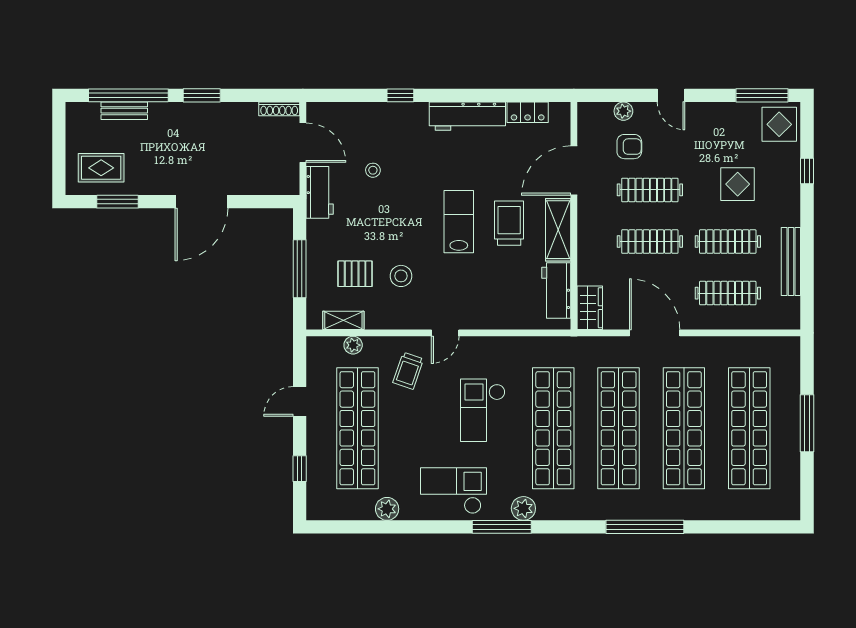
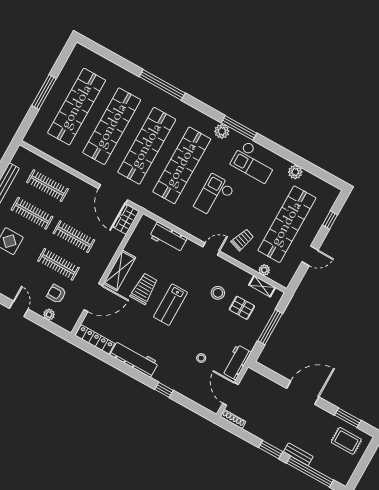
bench: (124, 111) -> (298, 454), moved
locker: (528, 112) -> (95, 339), width x1.53
trolley: (509, 223) -> (144, 289), turned 180
workbench: (556, 291) -> (168, 237), moved, turned 90
door: (655, 333) -> (113, 194), moved
checkout: (483, 410) -> (214, 196), turned 180

